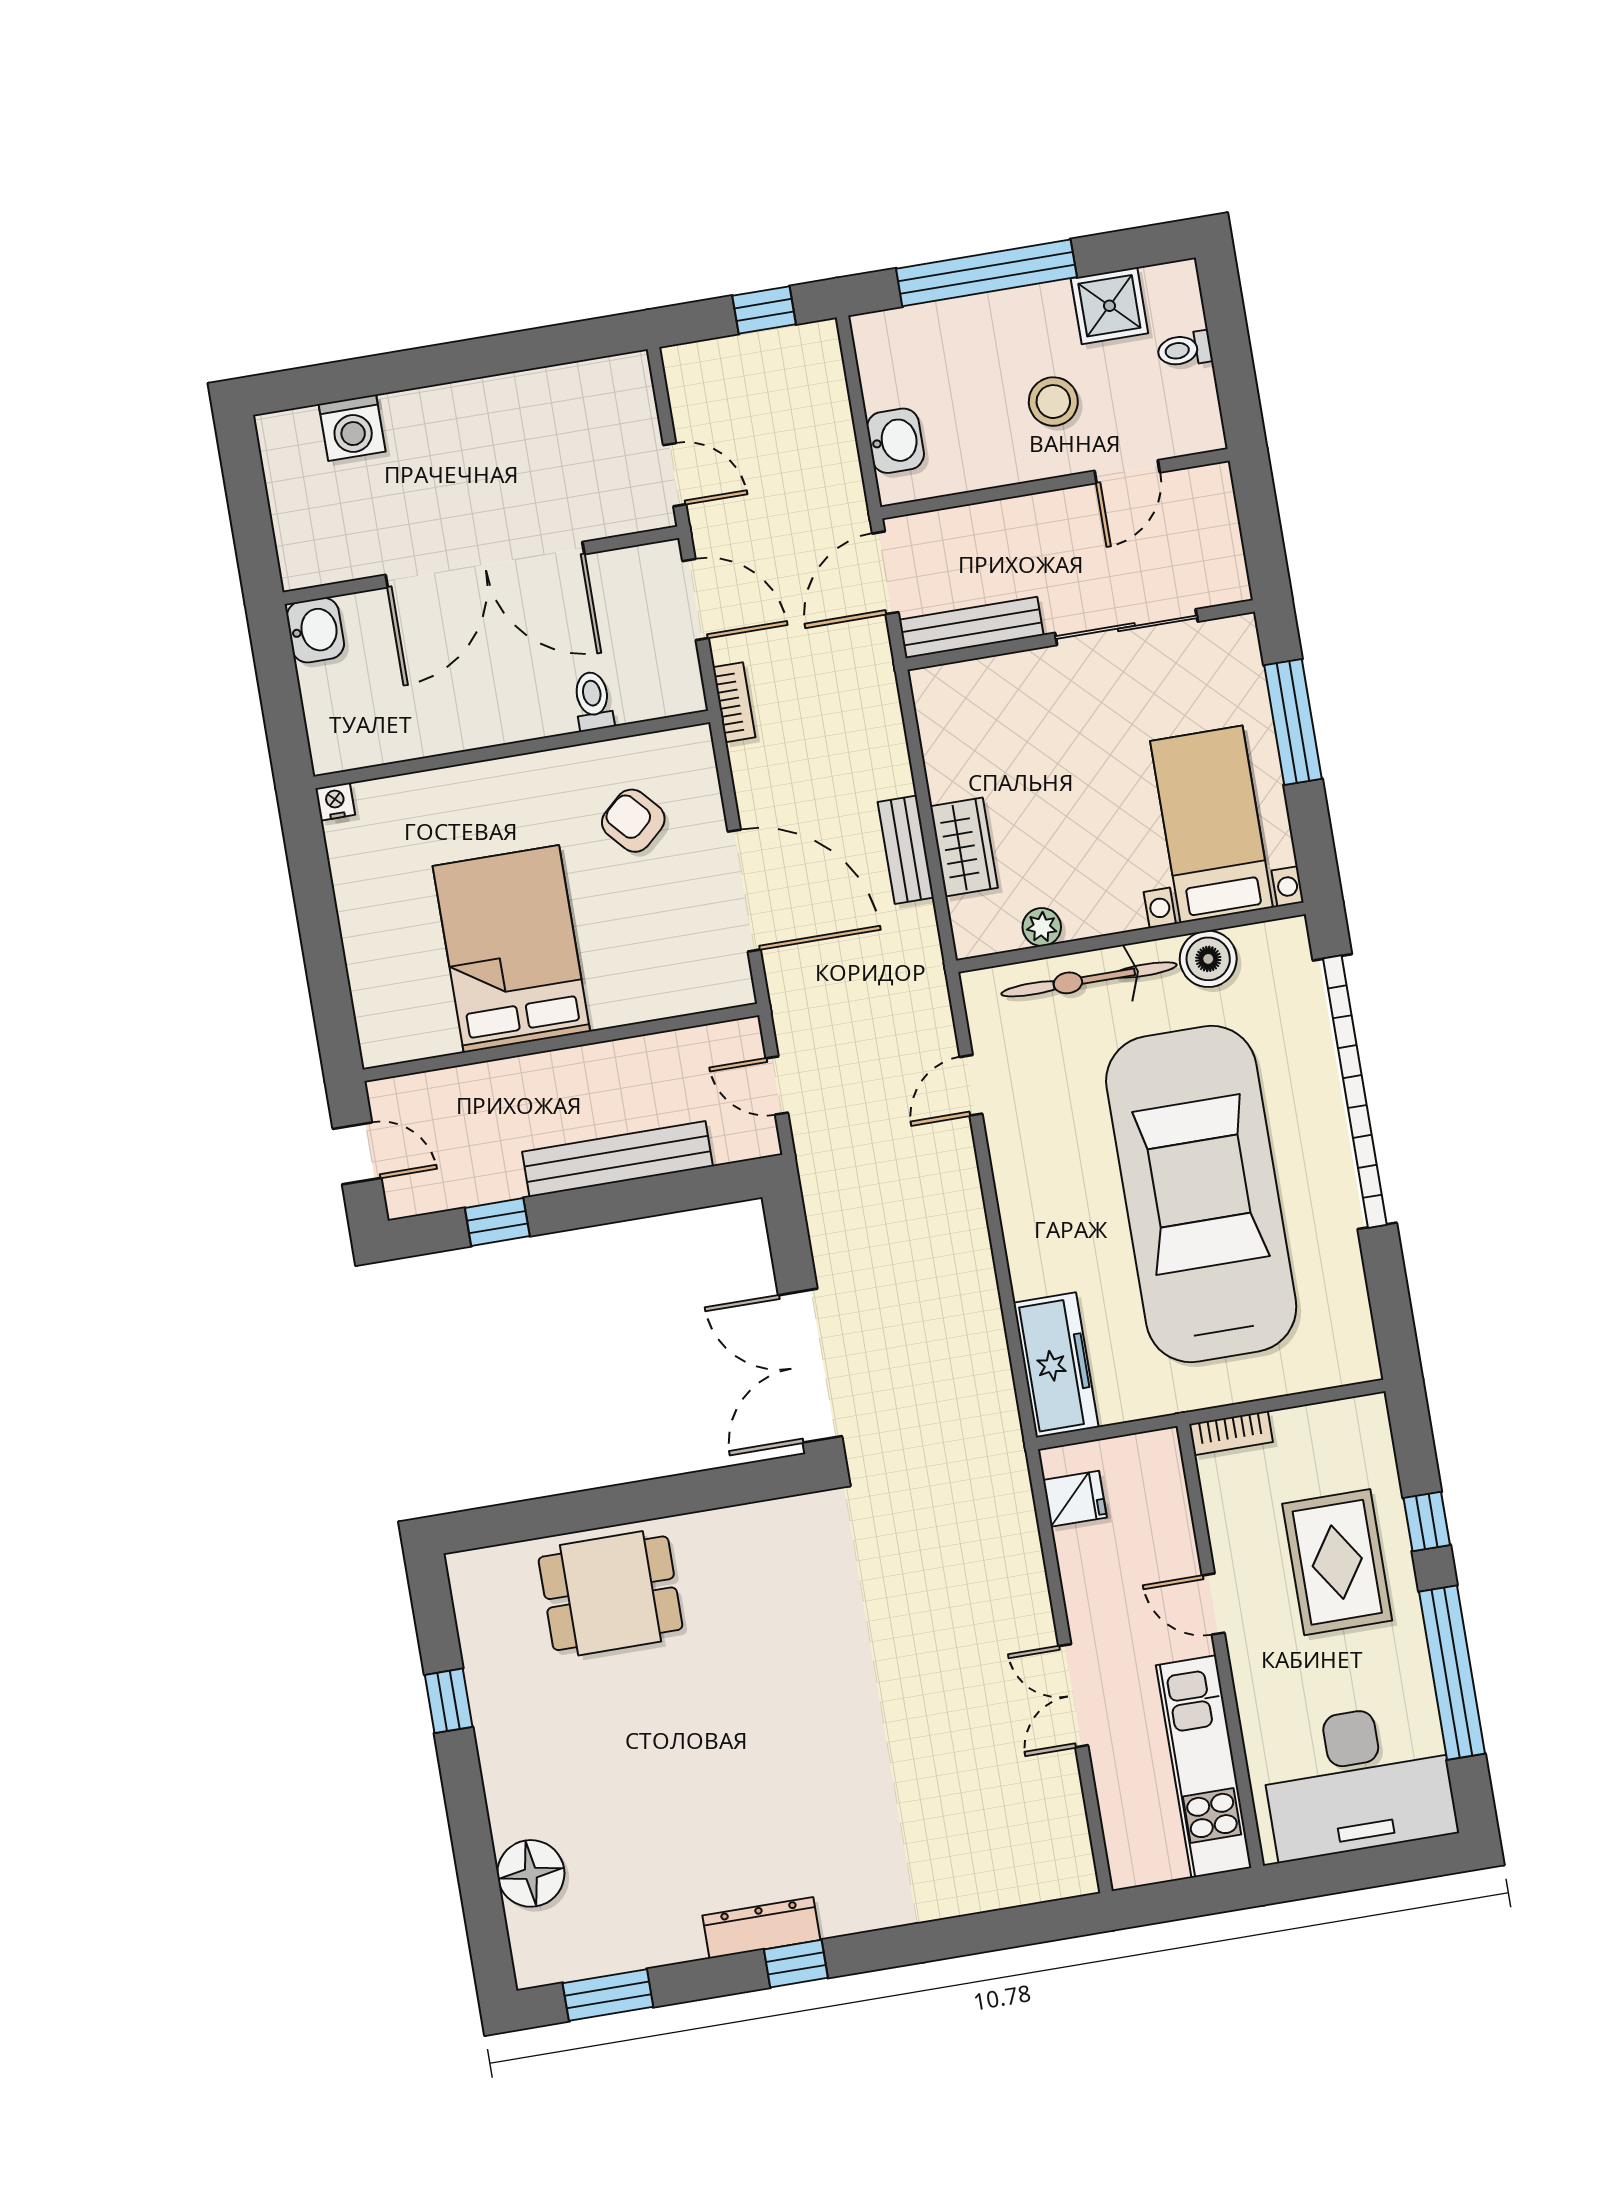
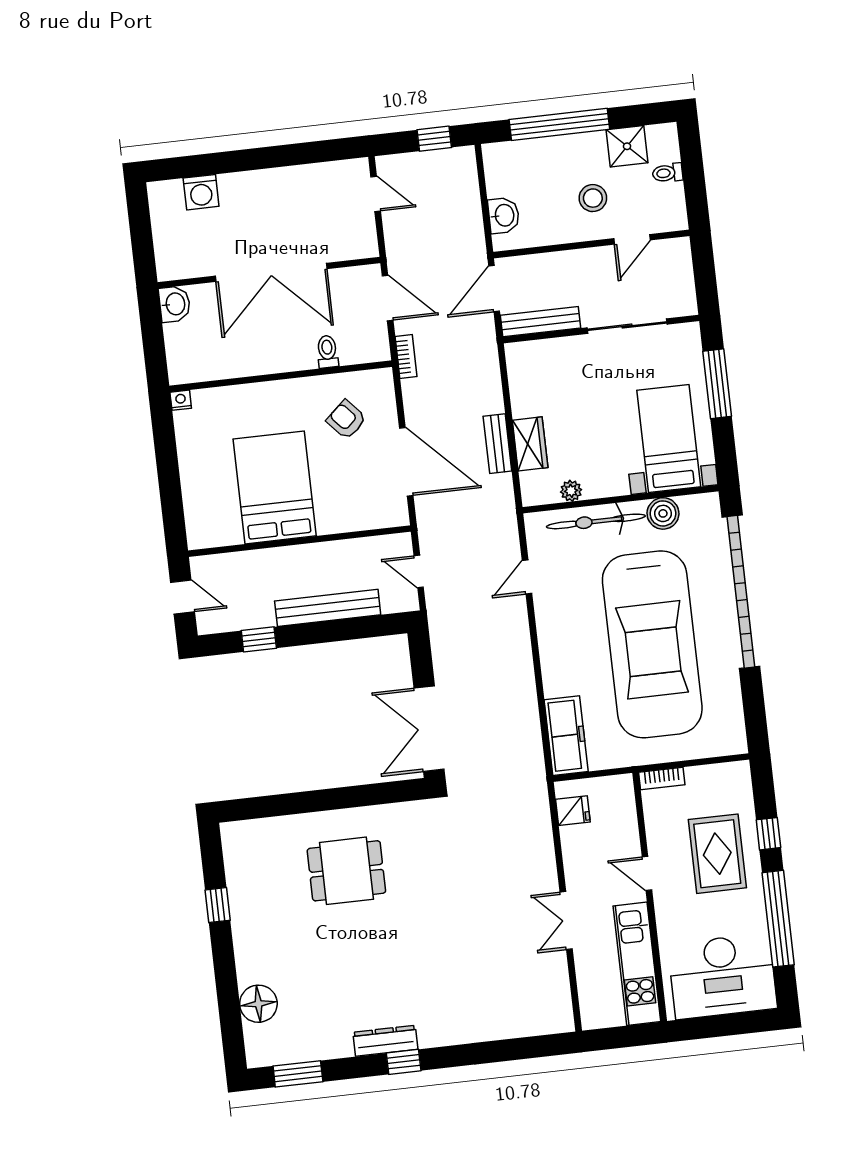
door: (675, 475) -> (376, 194), moved
car: (1201, 1194) -> (652, 644), turned 180
dining table: (611, 1593) -> (346, 871), moved

